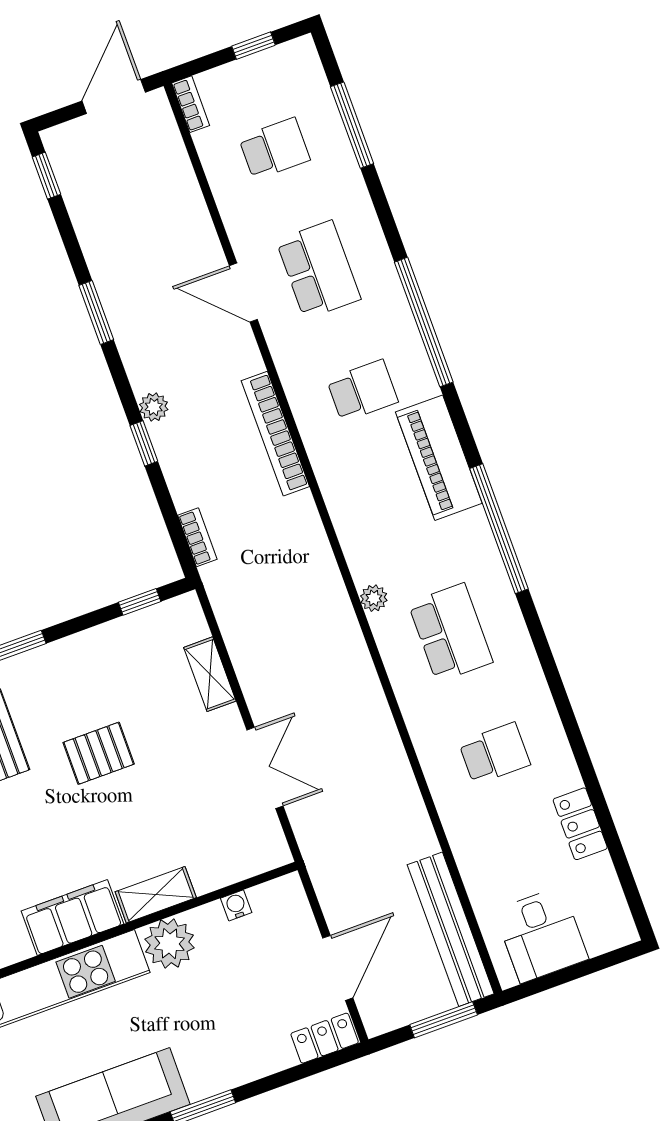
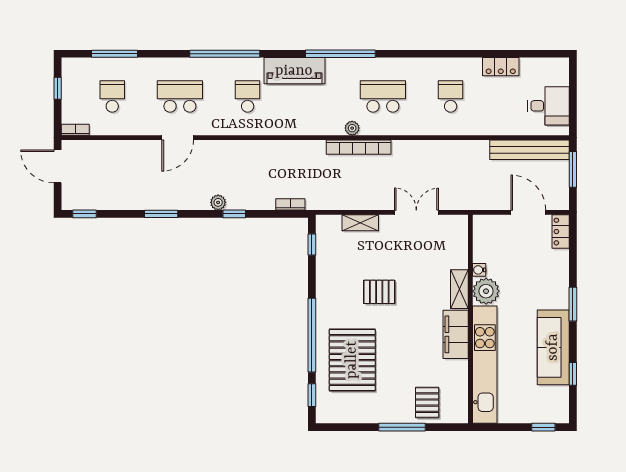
bookcase: (275, 434) -> (359, 147), moved
pallet: (99, 753) -> (379, 292), turned 90
water cooler: (236, 905) -> (479, 270), moved

